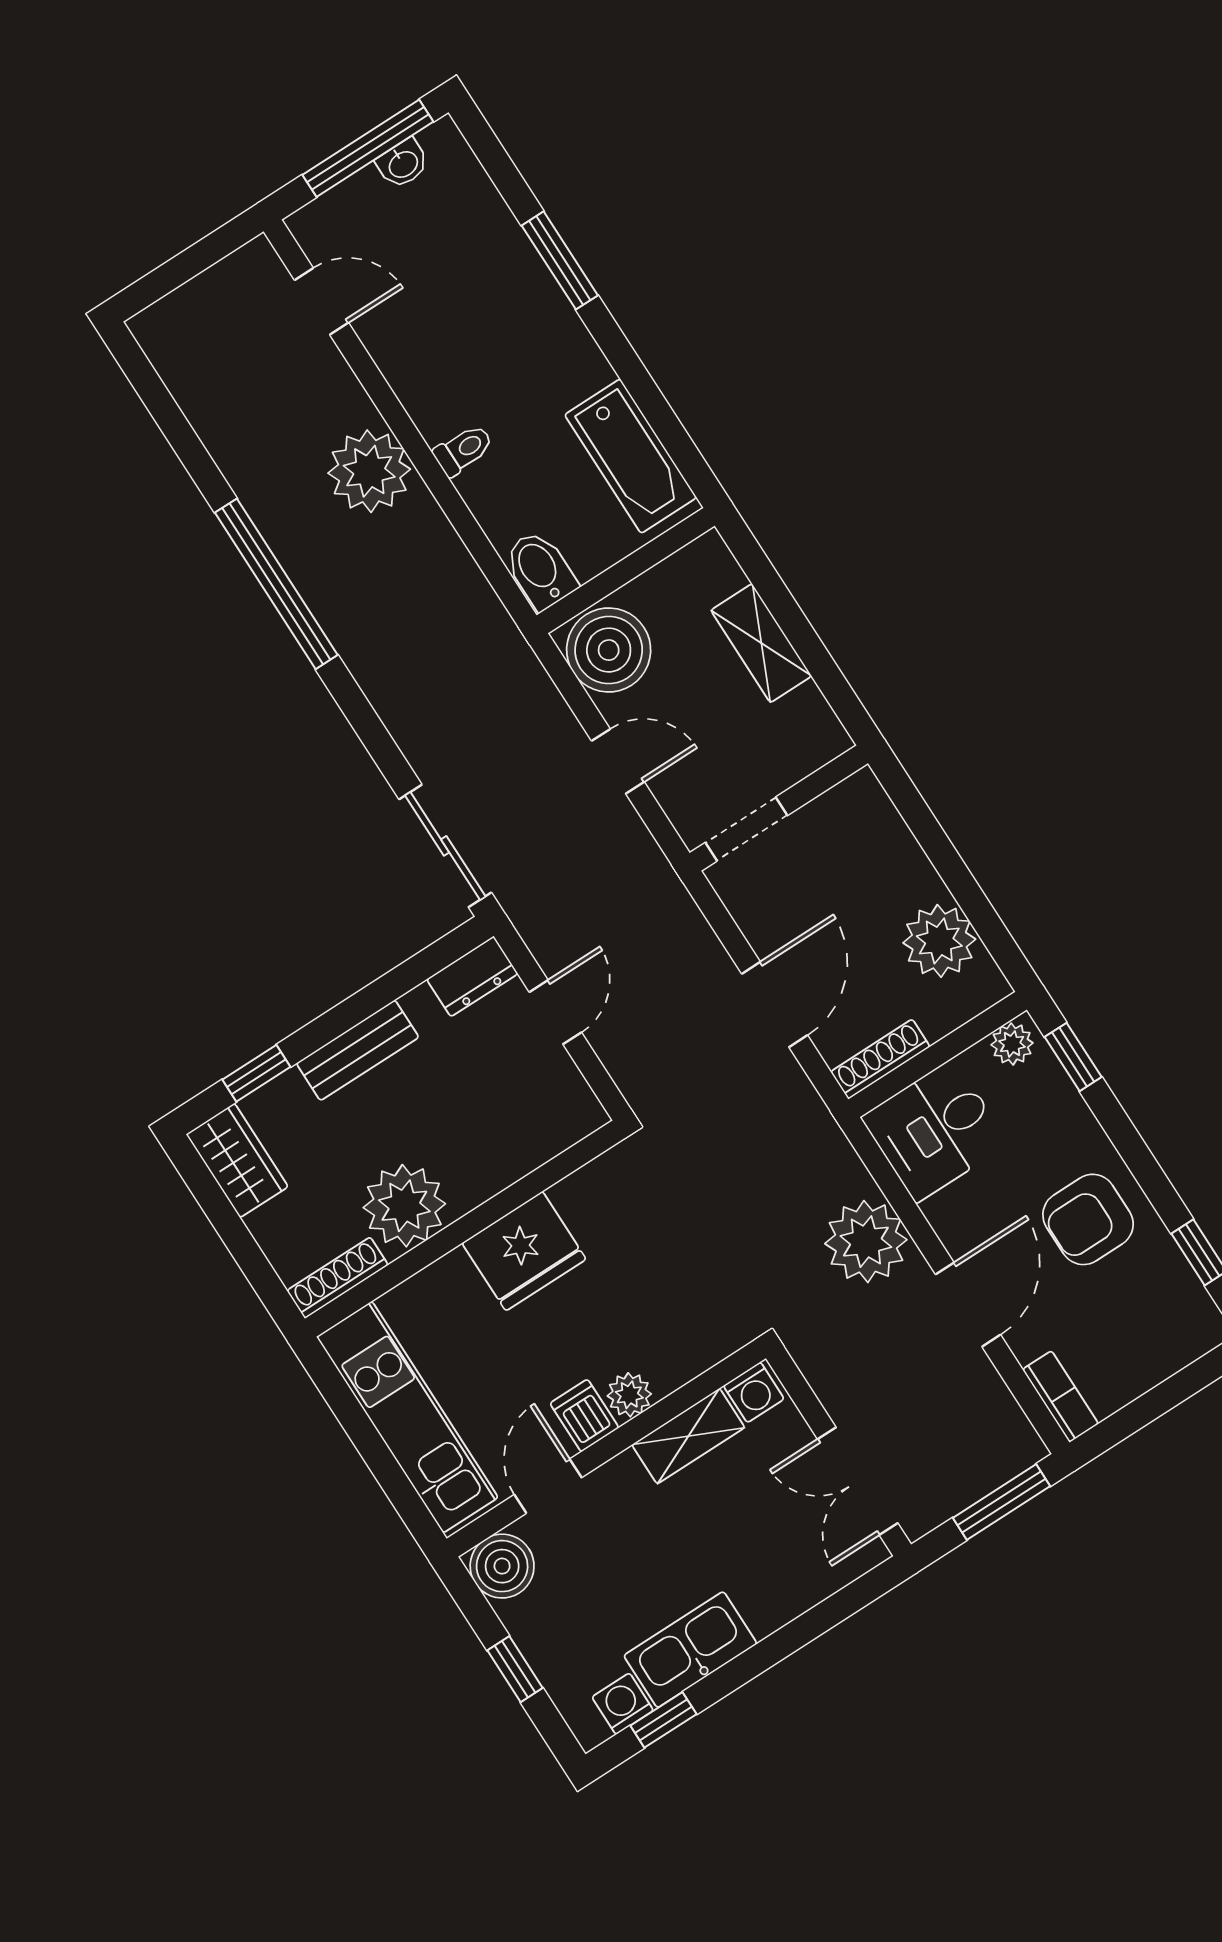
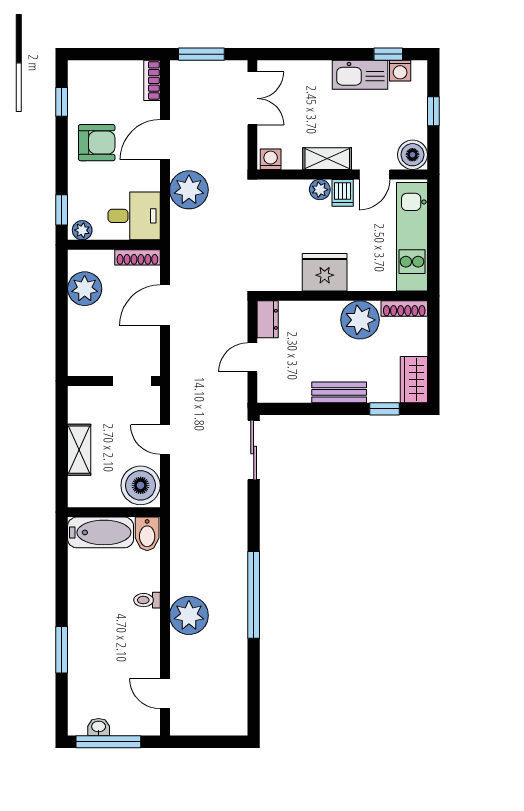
bathtub: (631, 456) -> (101, 532), moved, turned 90
dresser: (472, 976) -> (268, 319), moved, turned 90
shelving: (688, 1436) -> (327, 159), moved

